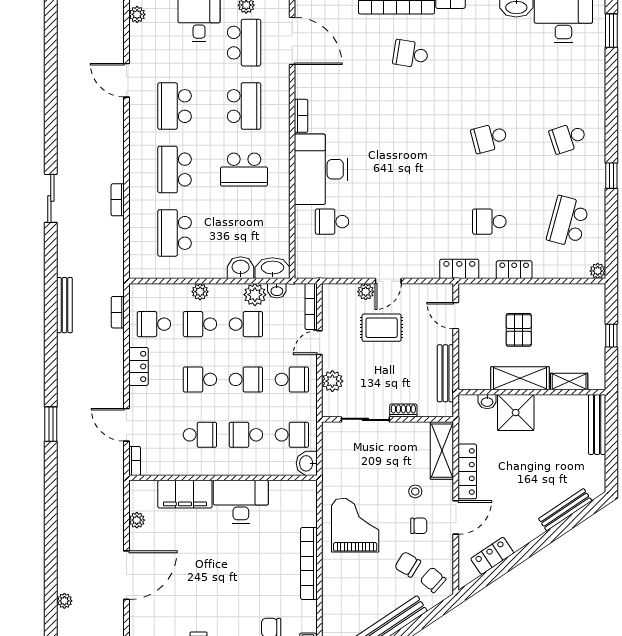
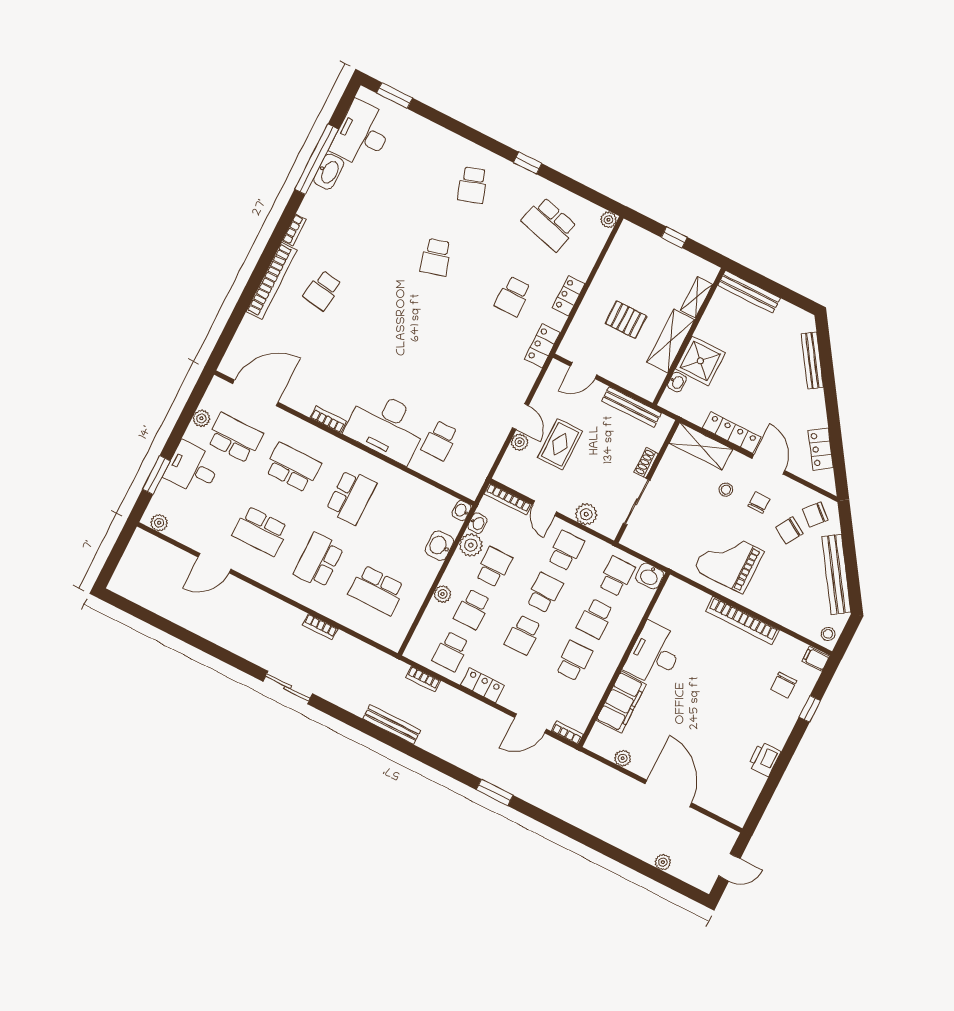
school desk: (175, 169) -> (319, 561), turned 90
washbasin: (272, 268) -> (462, 511), width x0.52, depth x0.69

